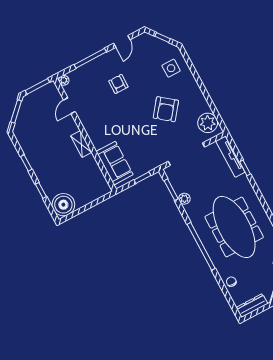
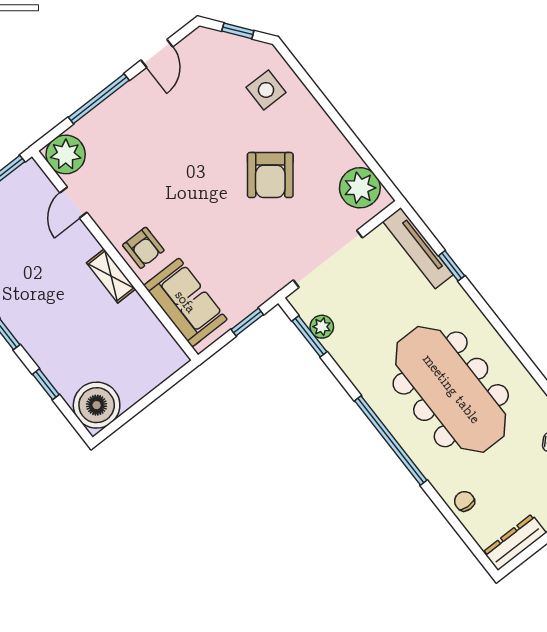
plant: (64, 80) -> (66, 154), width x1.87, depth x1.87
armchair: (118, 84) -> (143, 248), moved, turned 180
plant: (184, 199) -> (322, 327), moved

